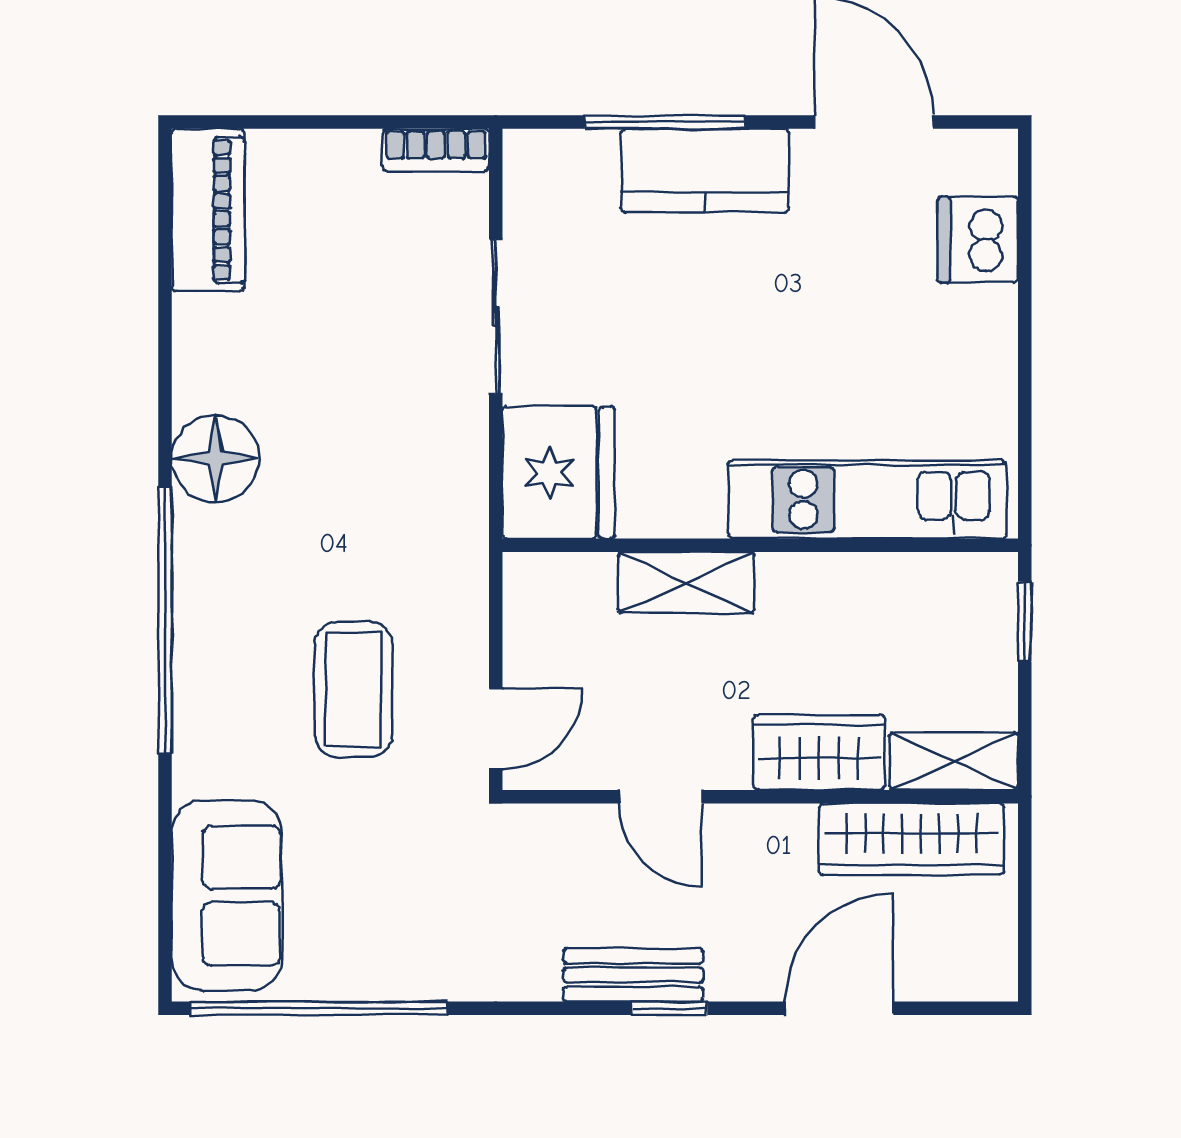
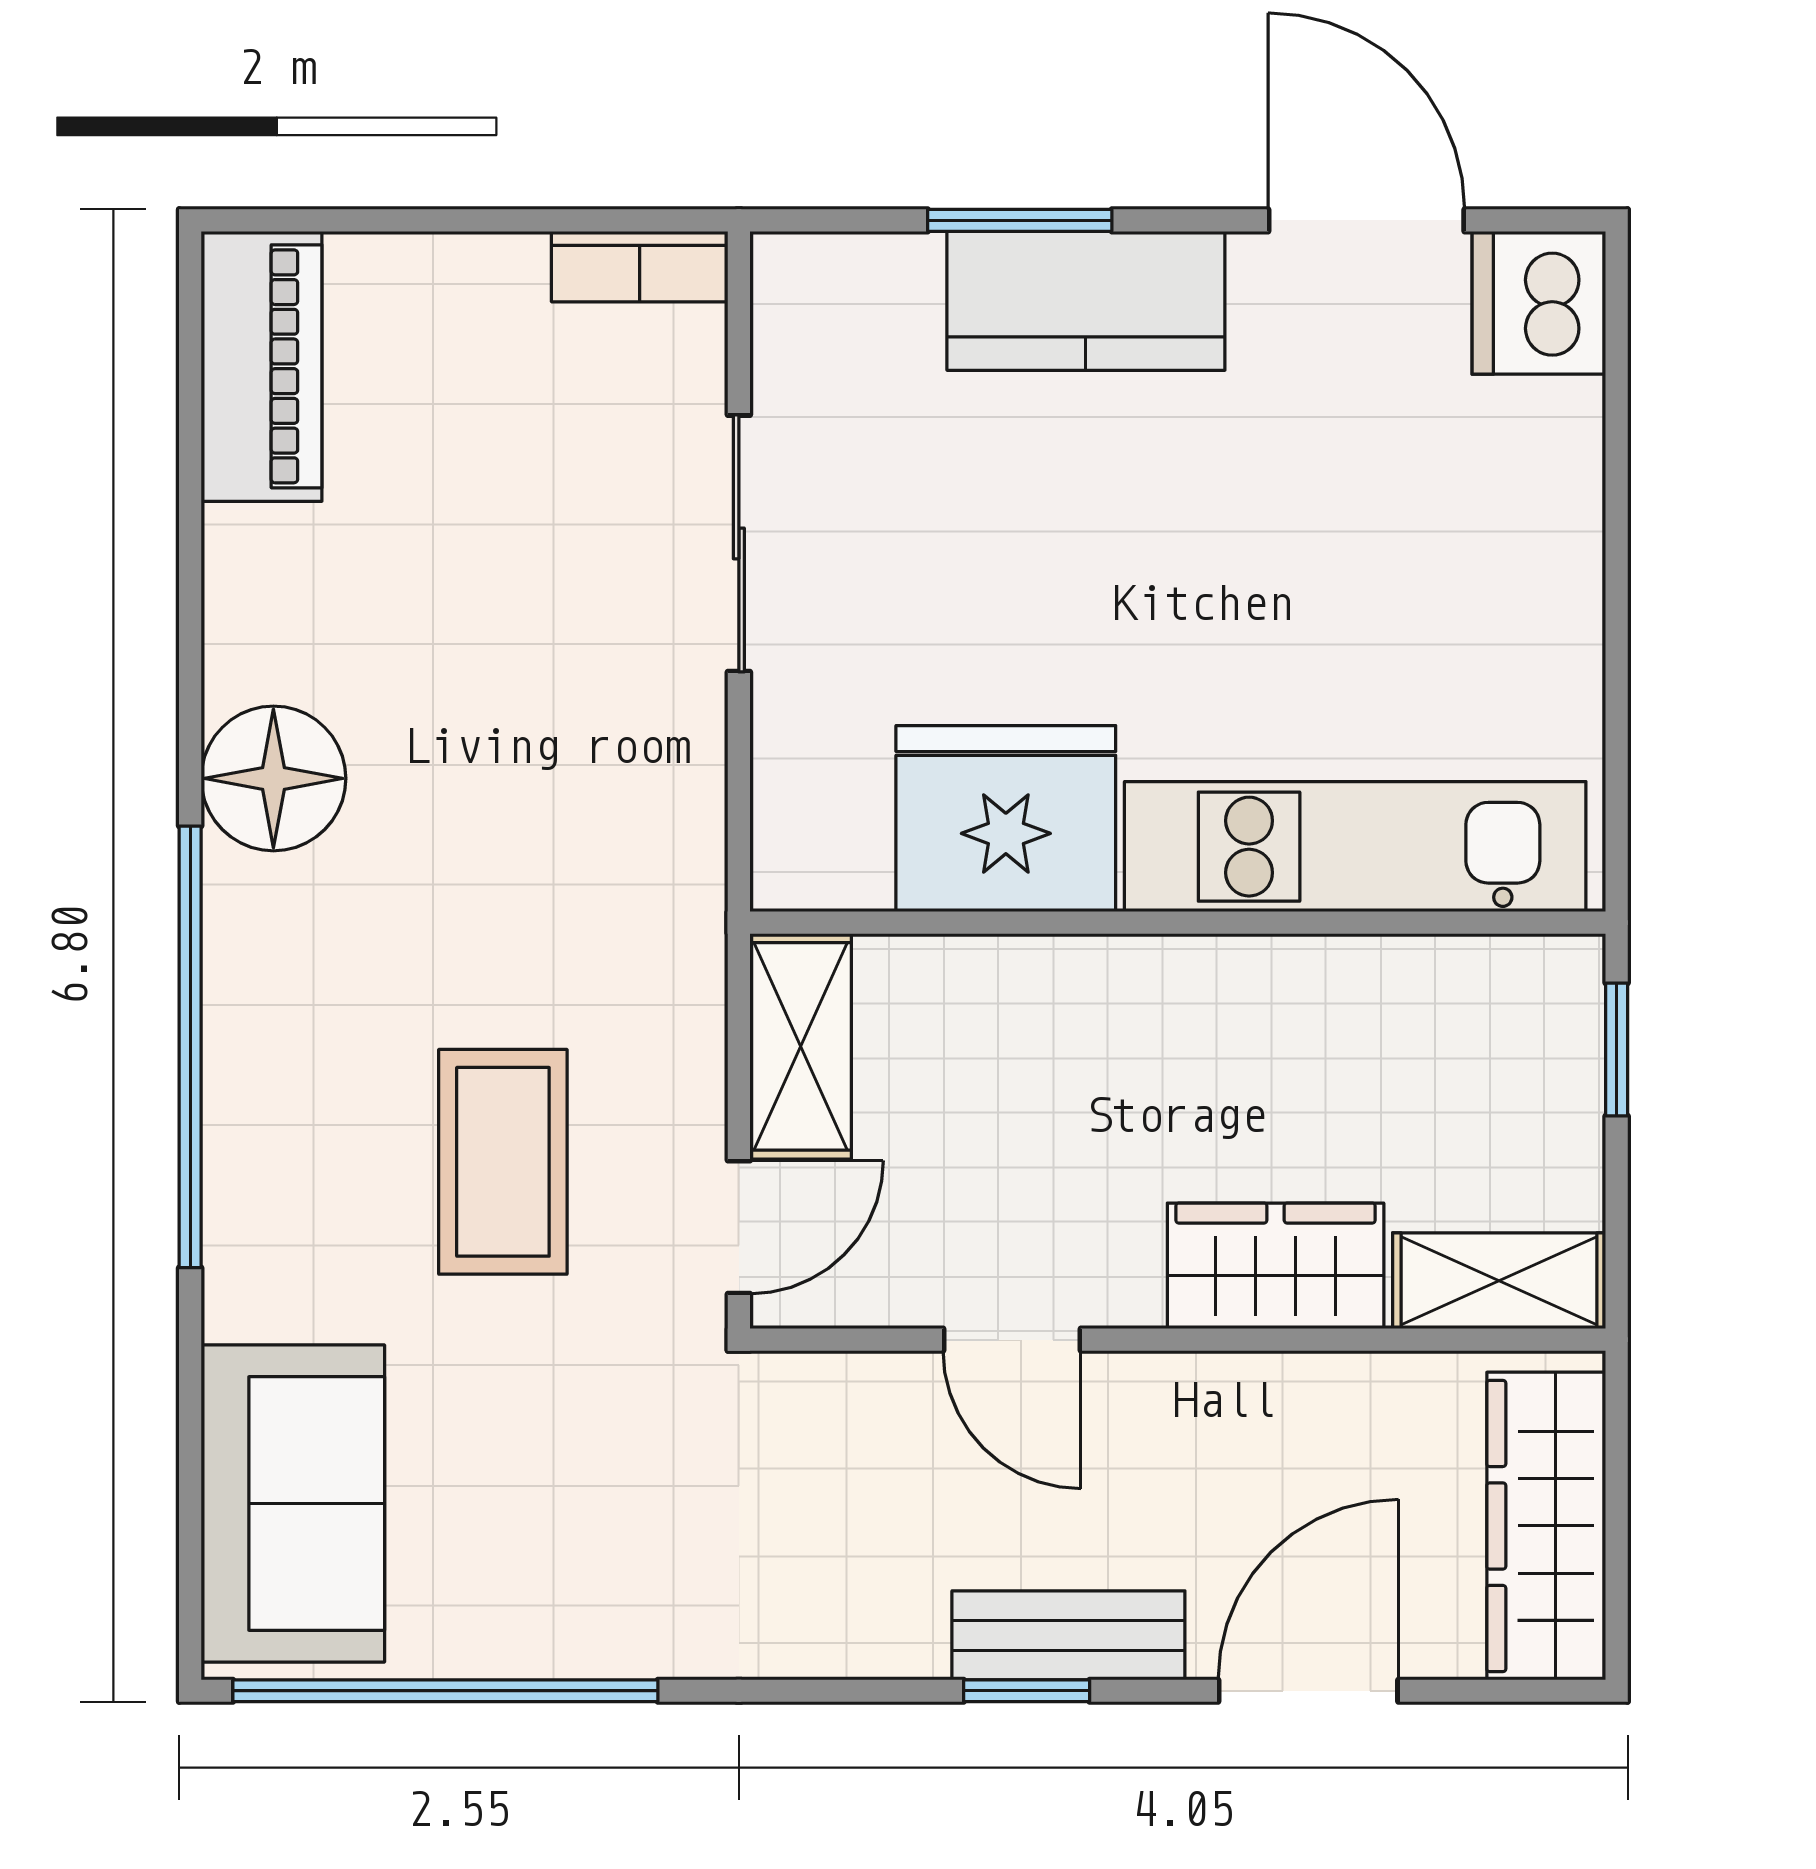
window: (665, 122) -> (1020, 220), width x0.69
dishwasher: (978, 240) -> (1539, 303), moved
fridge: (558, 473) -> (1006, 819), moved, turned -90
shelving: (686, 583) -> (801, 1046), moved, turned 90
wardrobe: (911, 839) -> (1546, 1526), moved, turned 90
bench: (633, 975) -> (1068, 1635), moved

